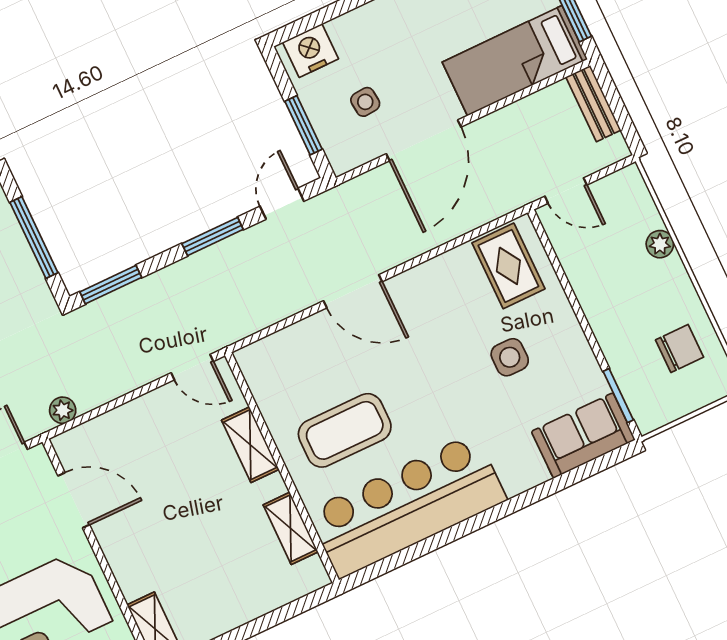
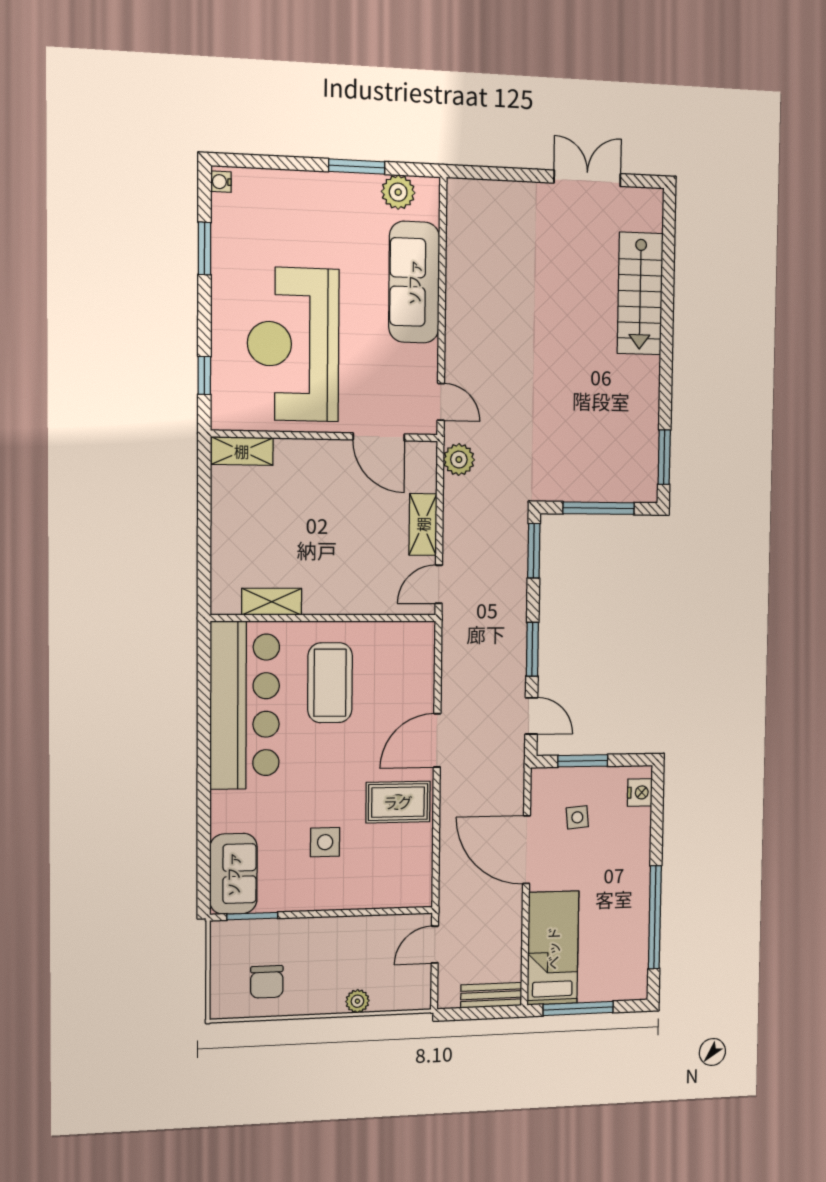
nightstand: (311, 51) -> (640, 792), width x0.74, depth x0.75
rug: (508, 266) -> (398, 802), moved
plant: (63, 410) -> (459, 460), width x1.38, depth x1.38
shelving: (250, 445) -> (423, 524), moved, turned 90
door: (74, 500) -> (379, 437), hinge flipped

